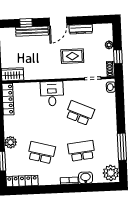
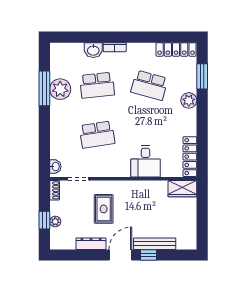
window: (26, 23) -> (148, 255), moved
rug: (72, 56) -> (104, 209), turned 90
window: (118, 57) -> (44, 220), moved
desk: (52, 94) -> (146, 161), moved
school desk: (80, 113) -> (97, 135), turned -33
plant: (111, 173) -> (60, 89), moved

